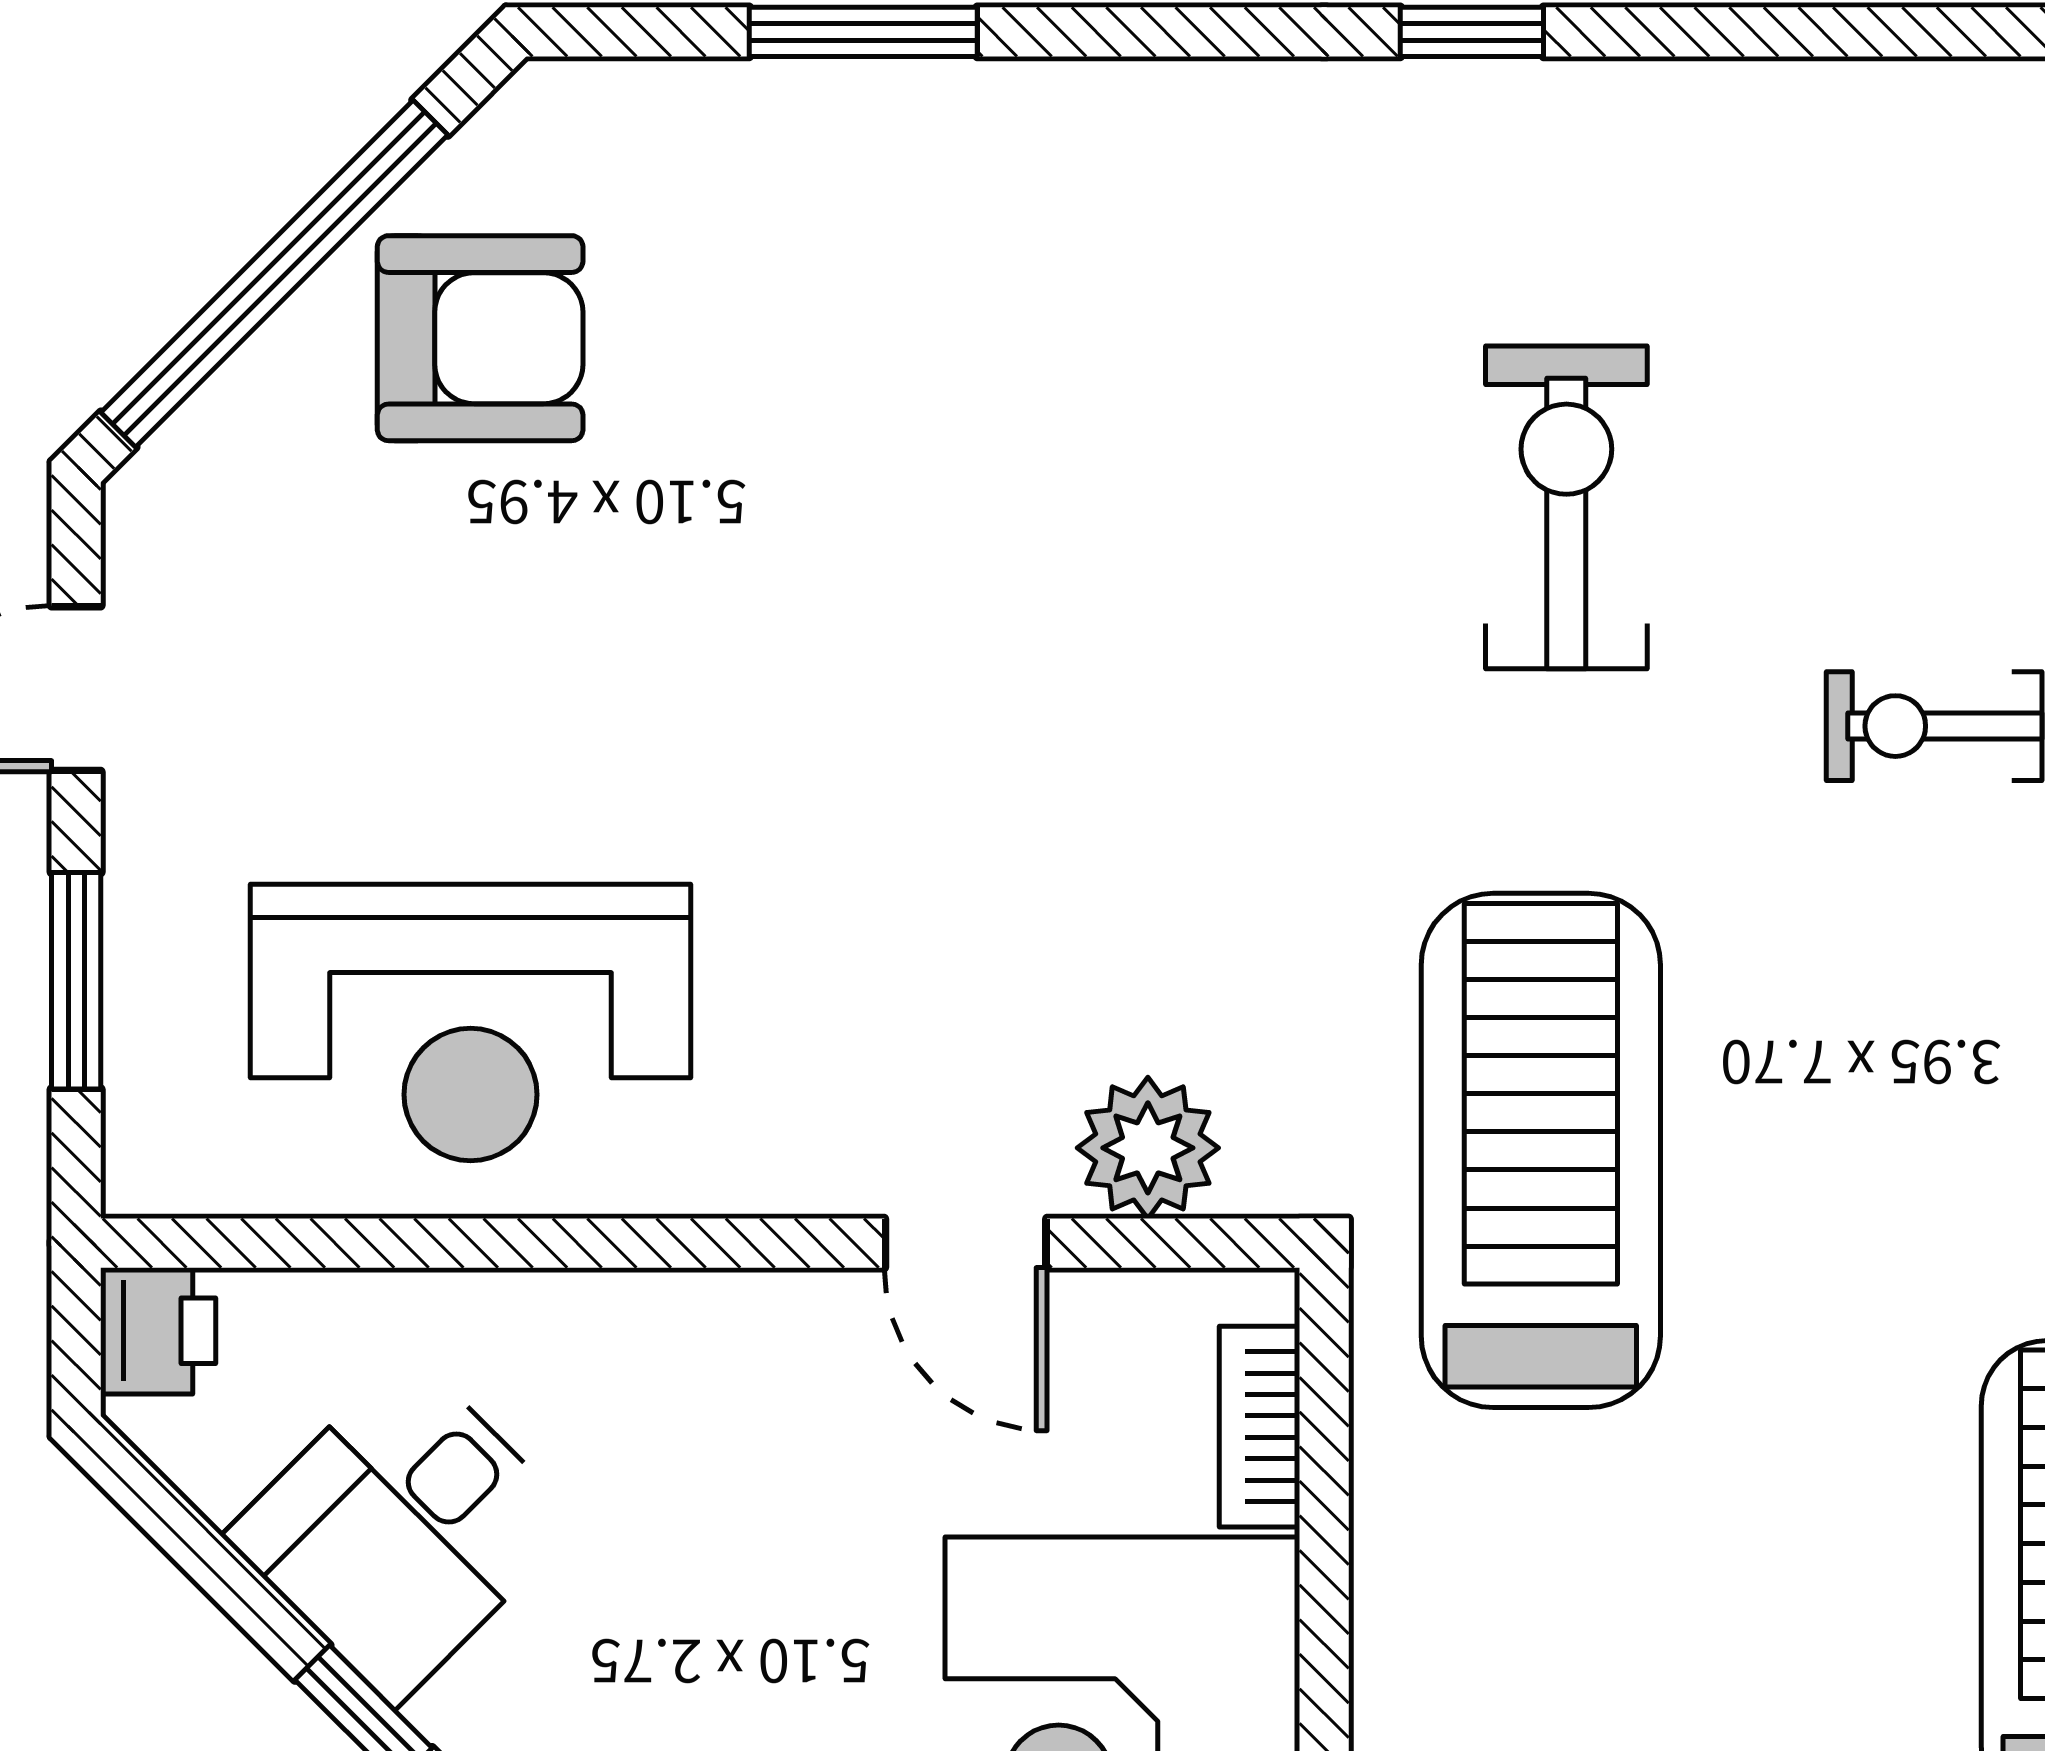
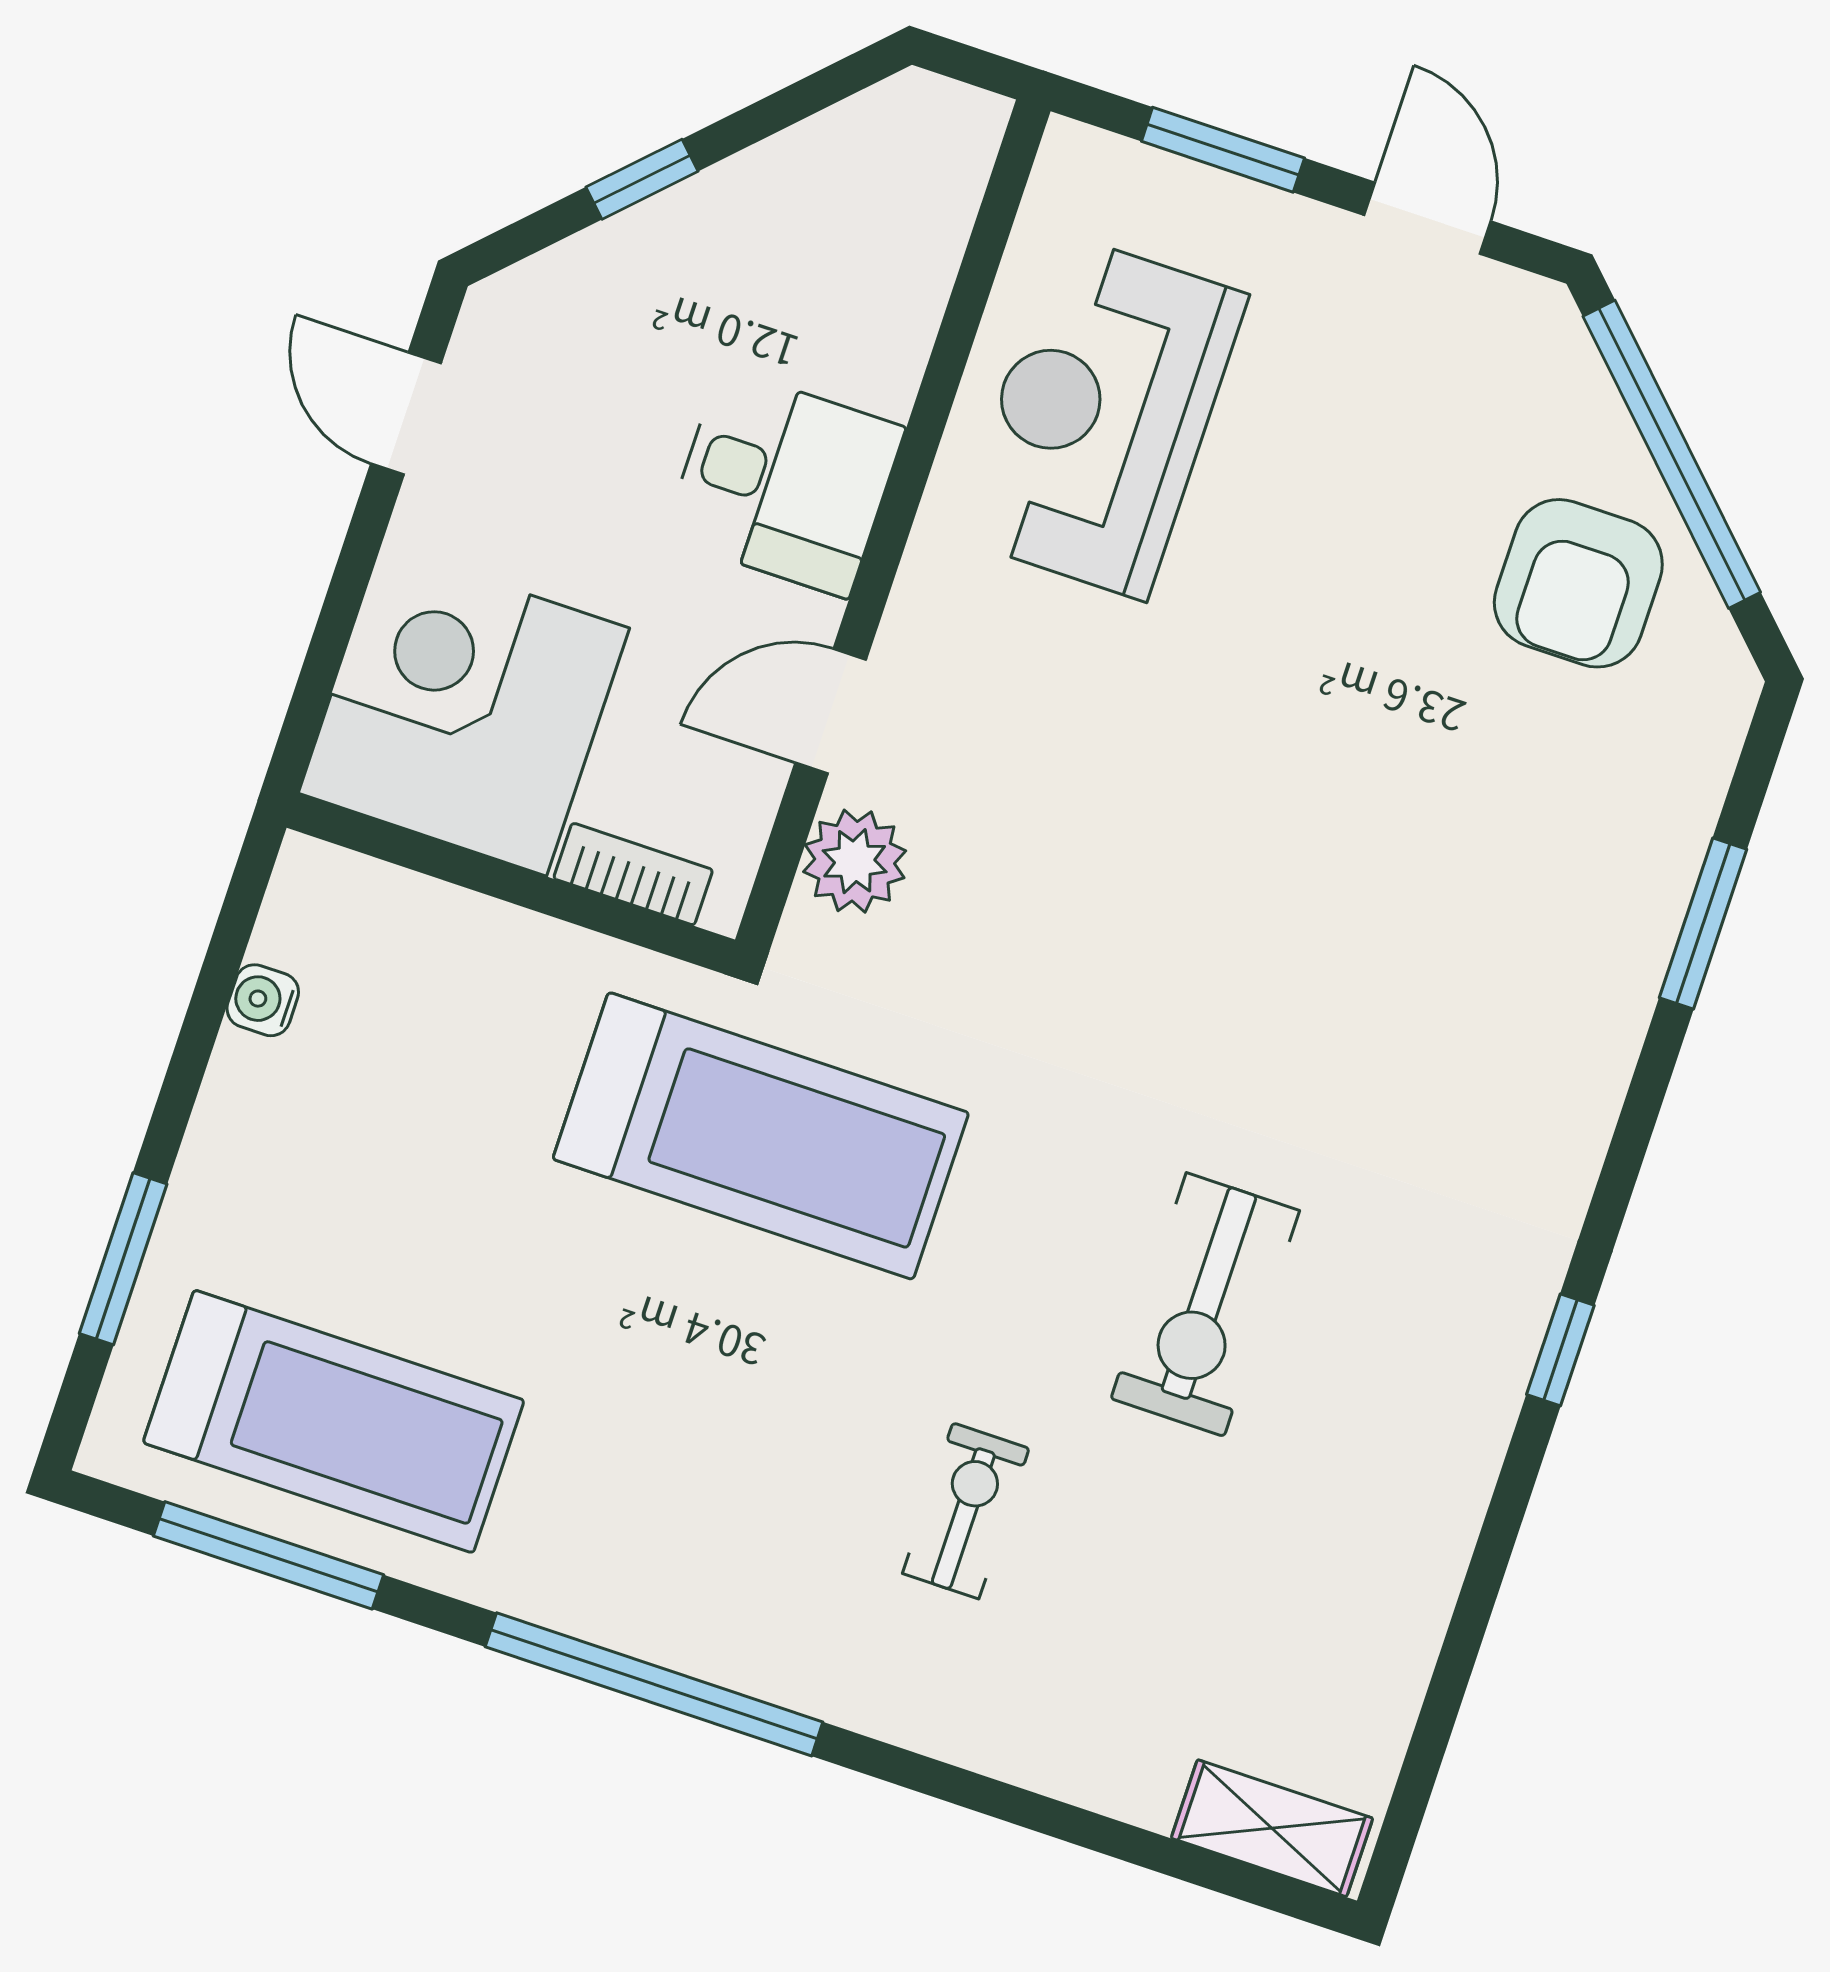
exercise bike: (1566, 507) -> (1205, 1305), turned 90
printer: (158, 1331) -> (958, 125), removed
desk: (402, 1529) -> (784, 483), moved, turned 135

